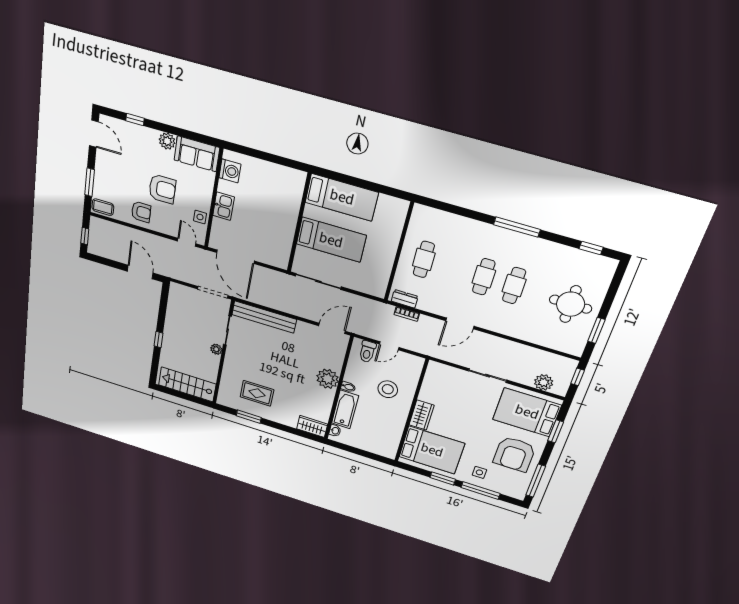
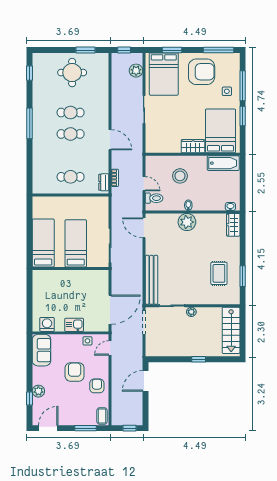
plant: (167, 141) -> (38, 391), moved
bathtub: (345, 409) -> (223, 163), moved, turned 180

